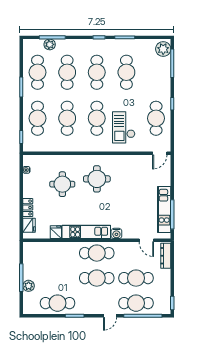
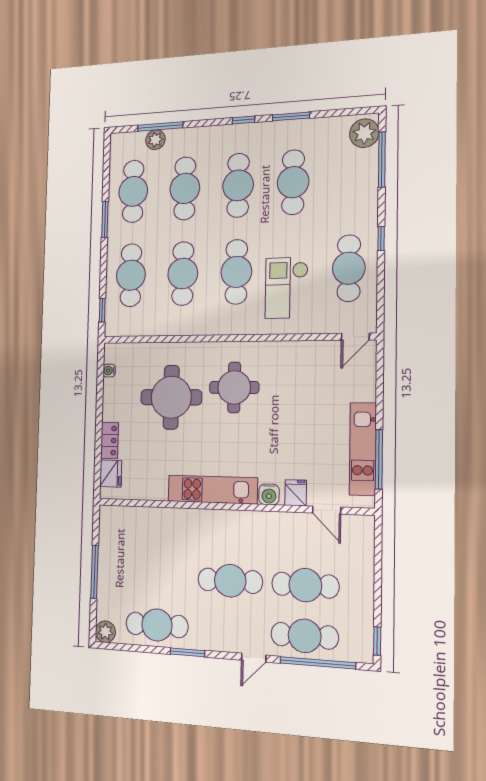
round table: (62, 184) -> (171, 397), width x1.36, depth x1.36
fridge: (56, 232) -> (296, 493), moved
cafe table: (97, 253) -> (231, 531), removed
dresser: (166, 256) -> (365, 543), removed
plant: (29, 286) -> (105, 632), moved

